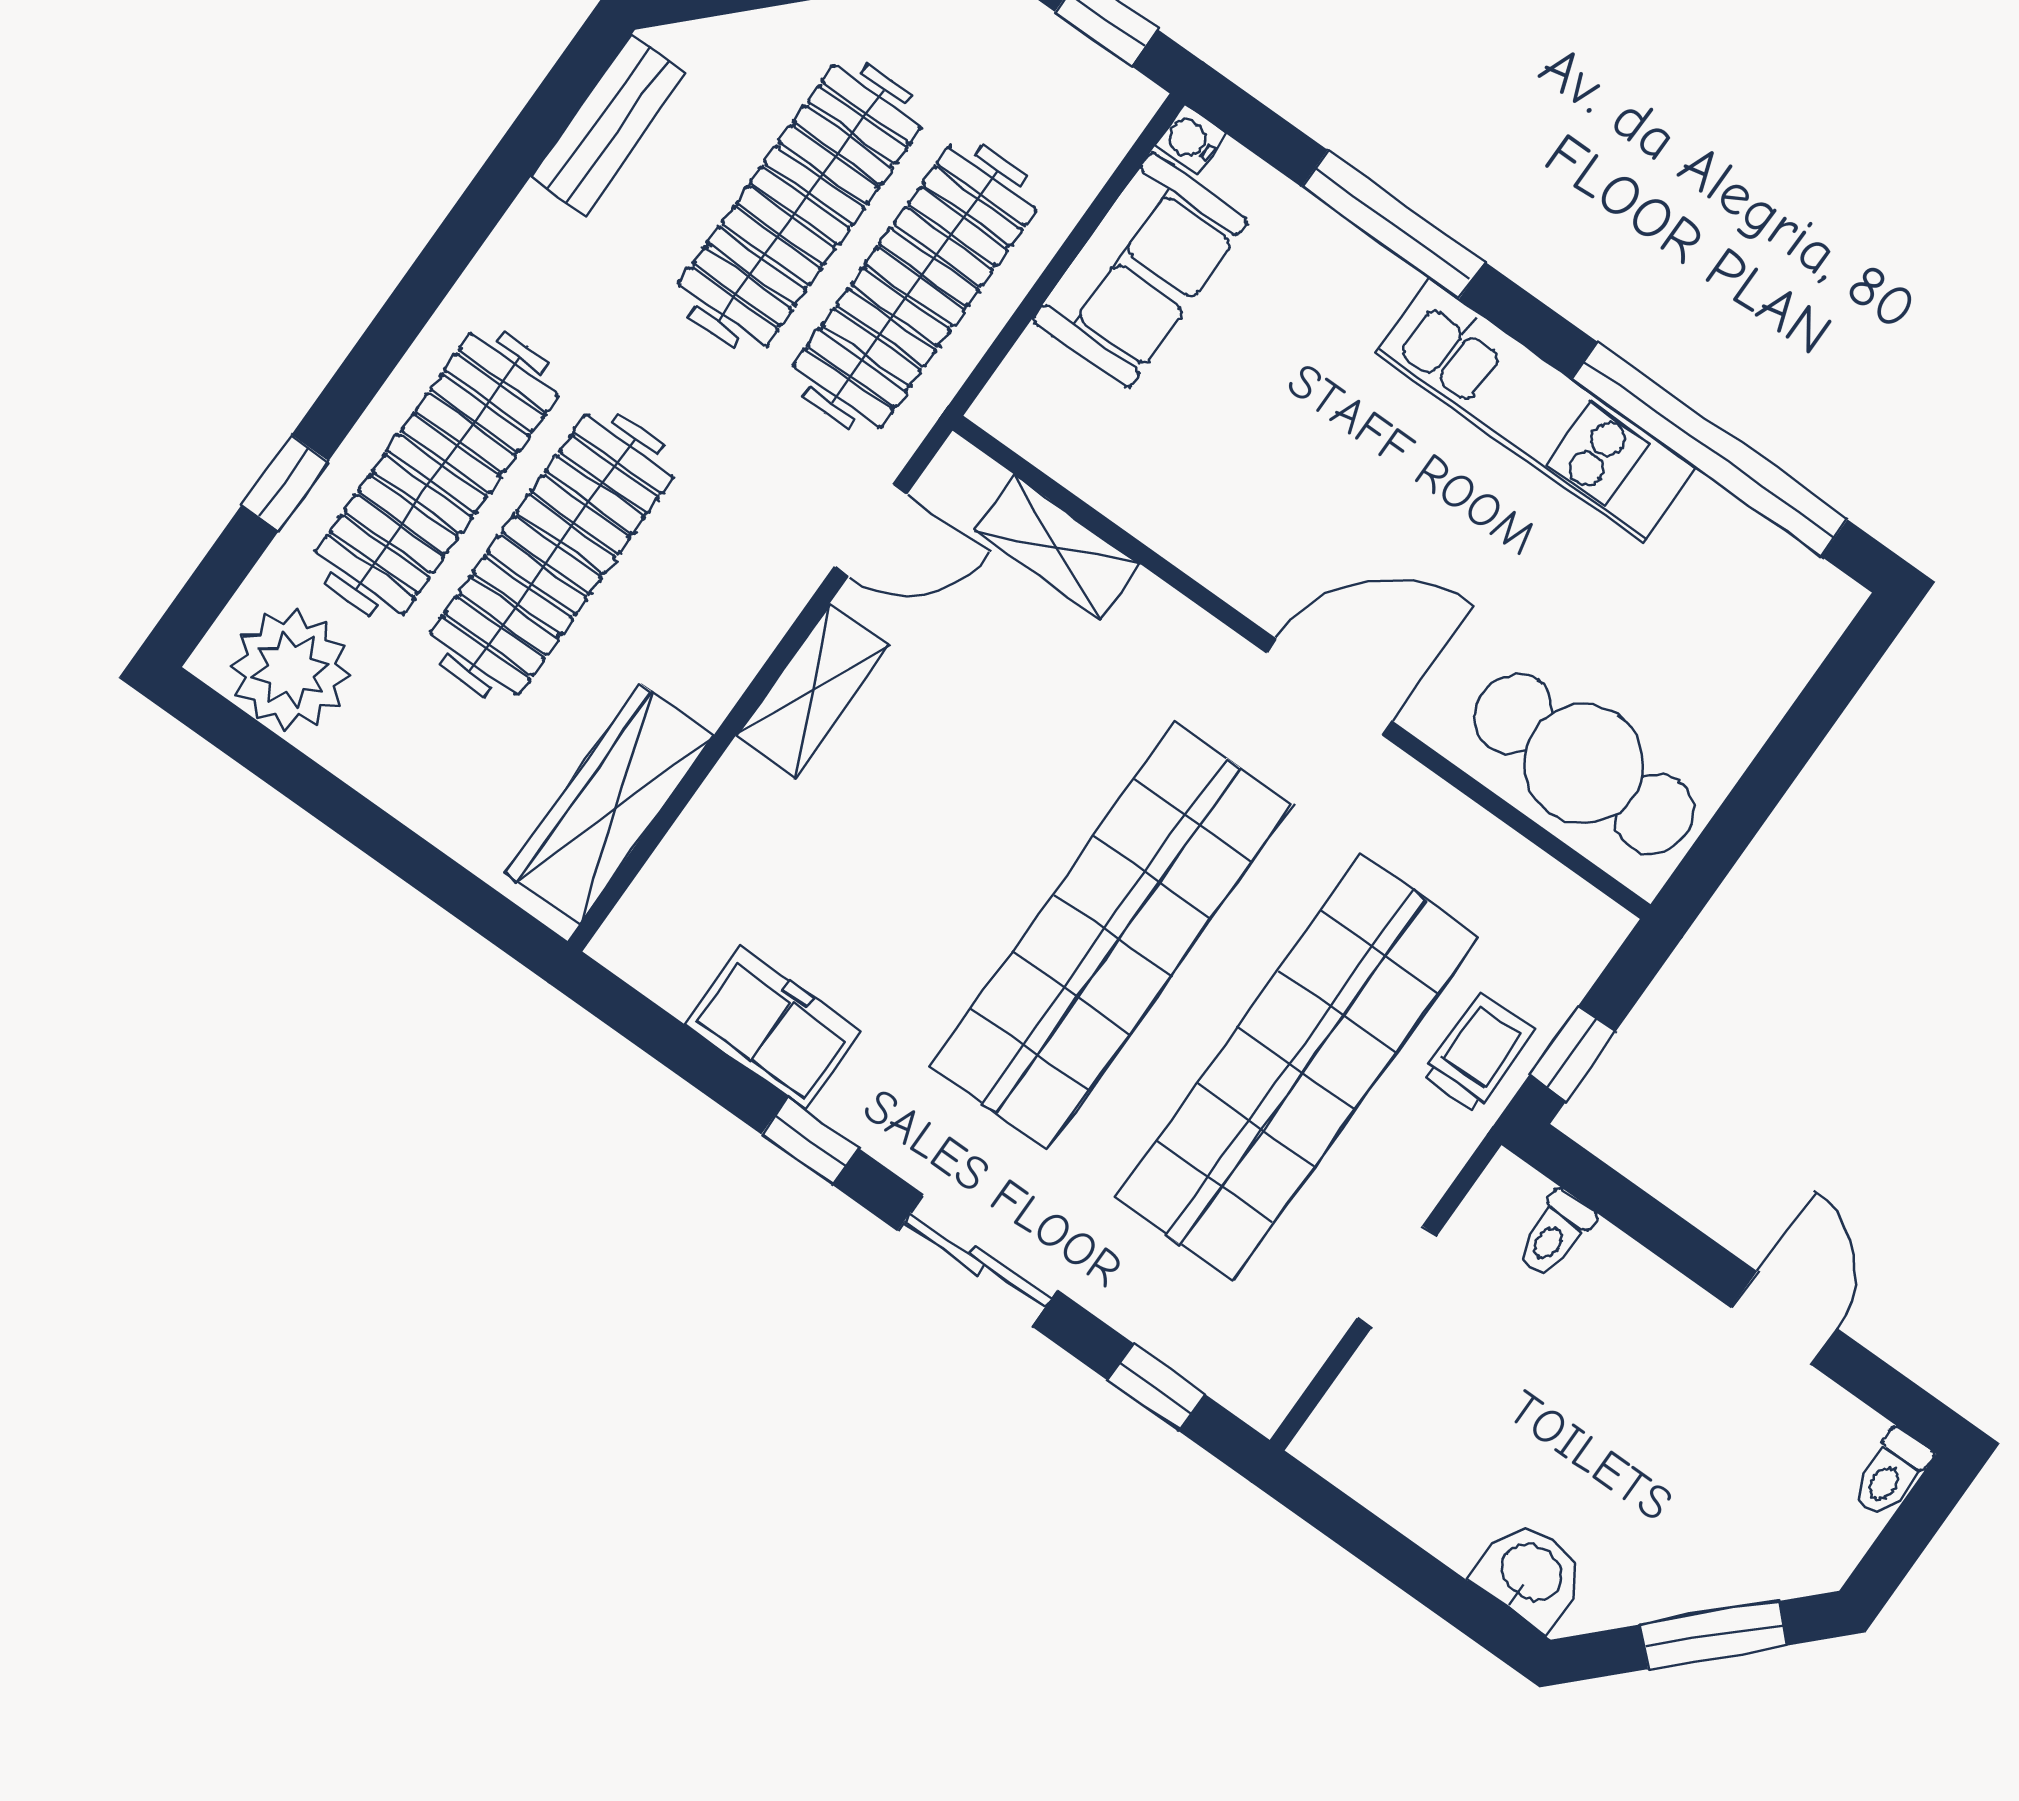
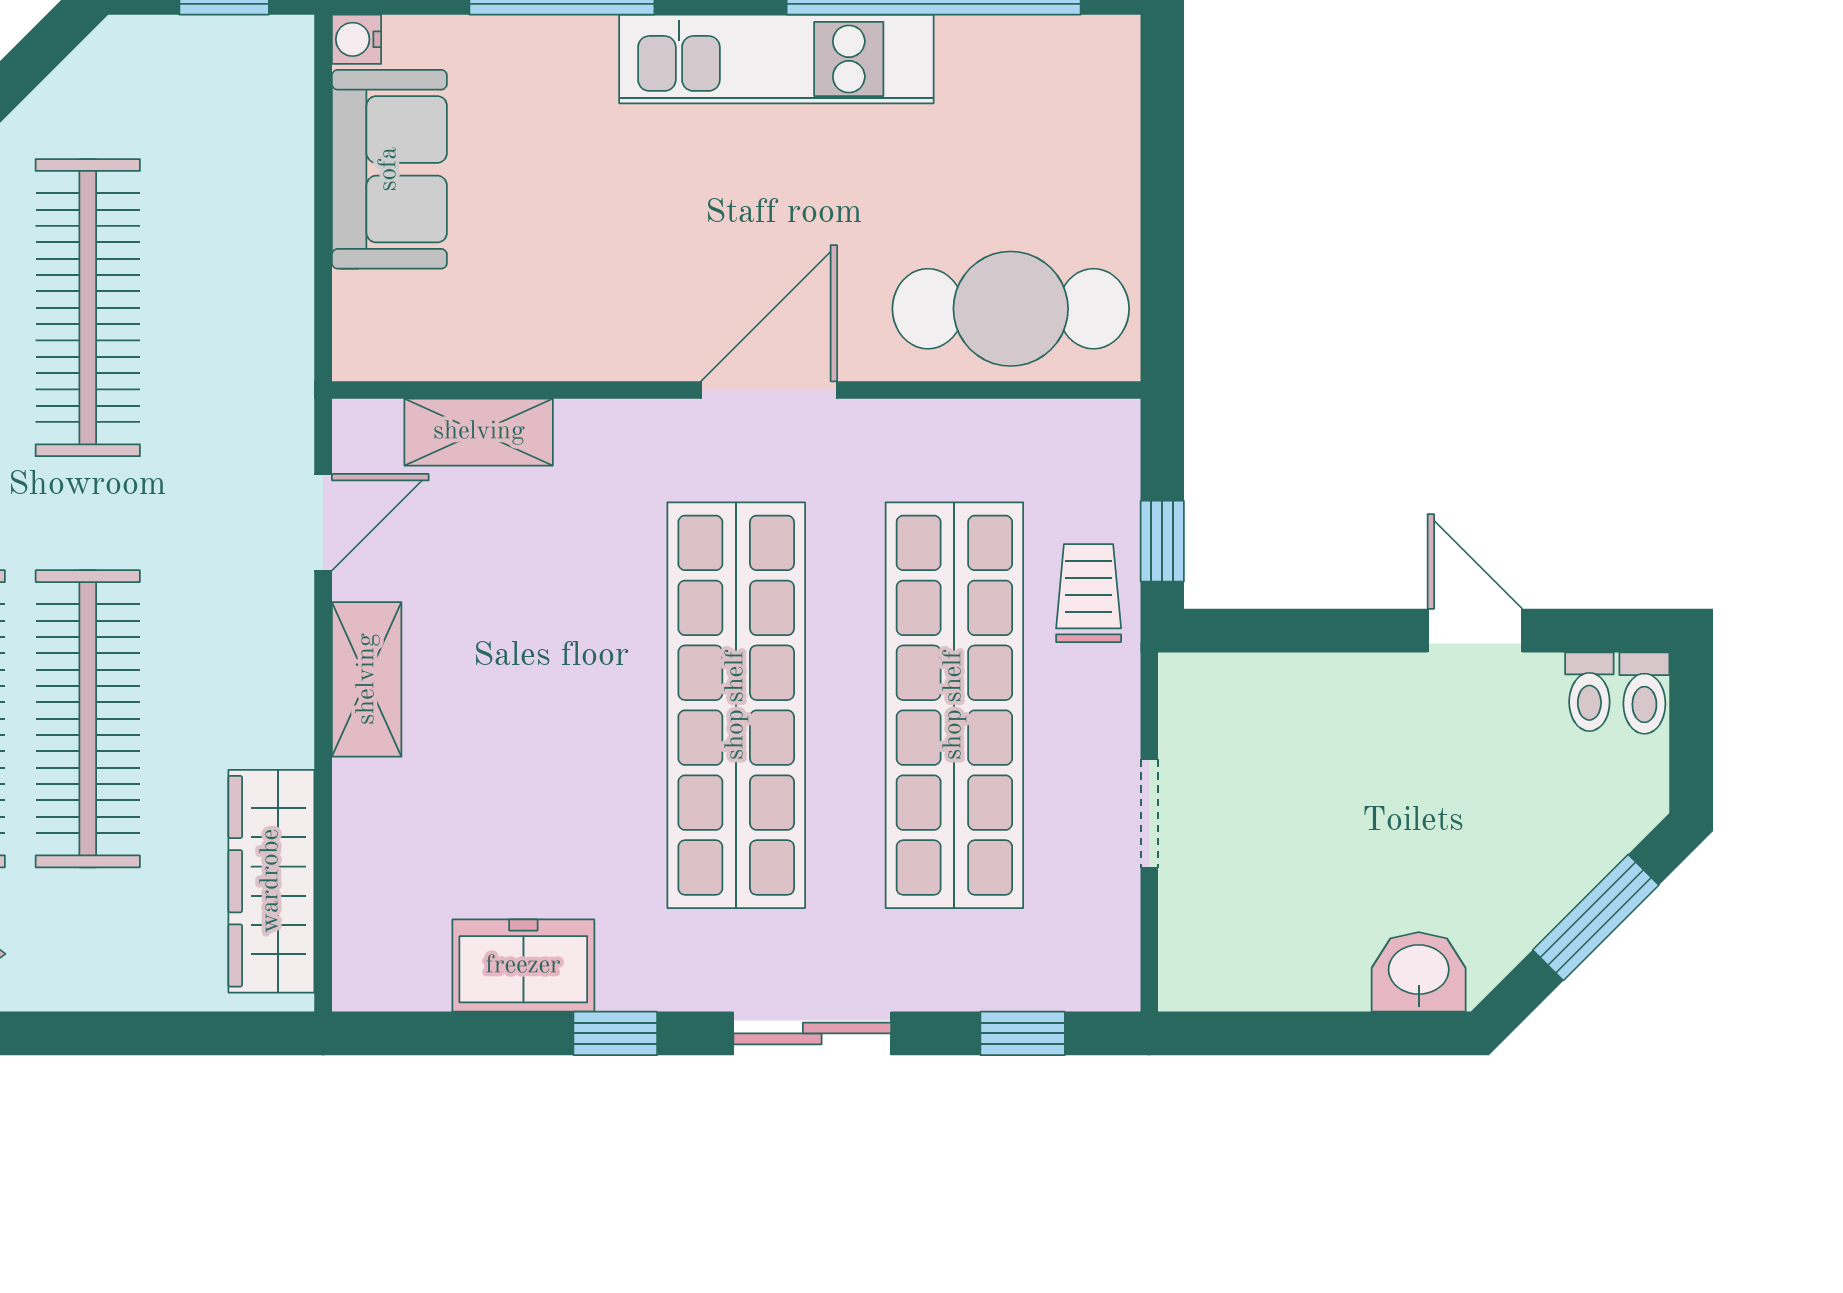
clothes rail: (915, 287) -> (223, 308), removed
toilet: (1555, 1234) -> (1589, 692), moved

